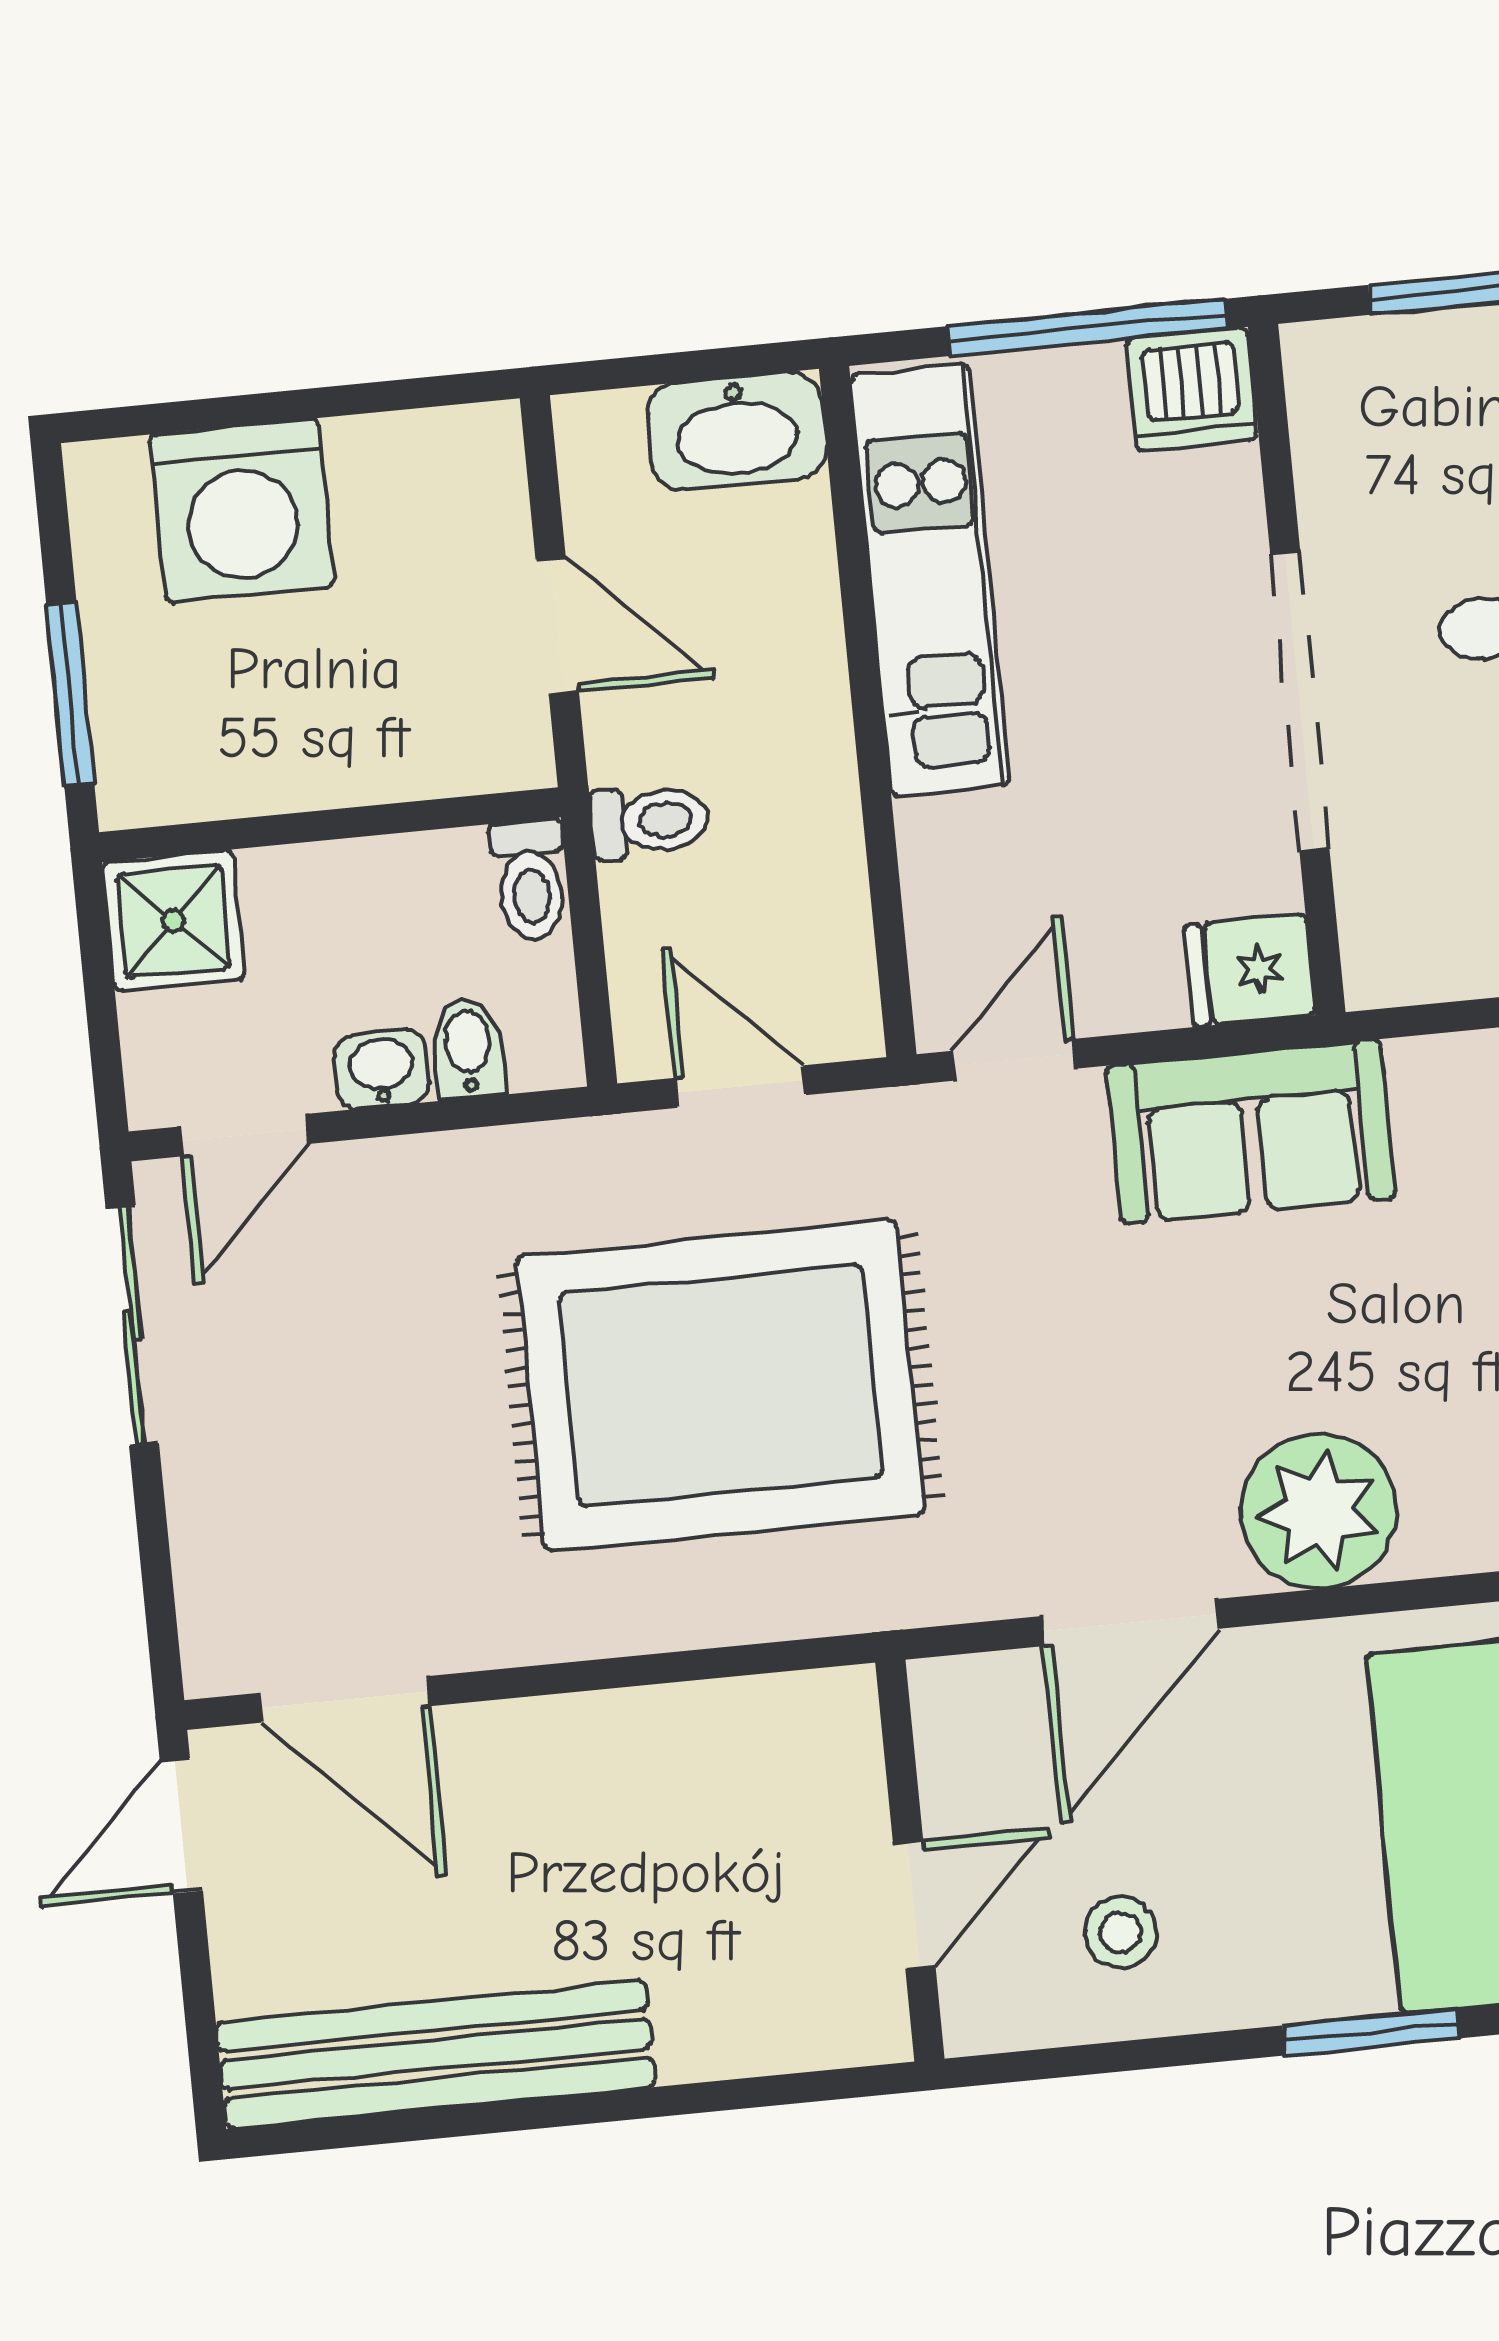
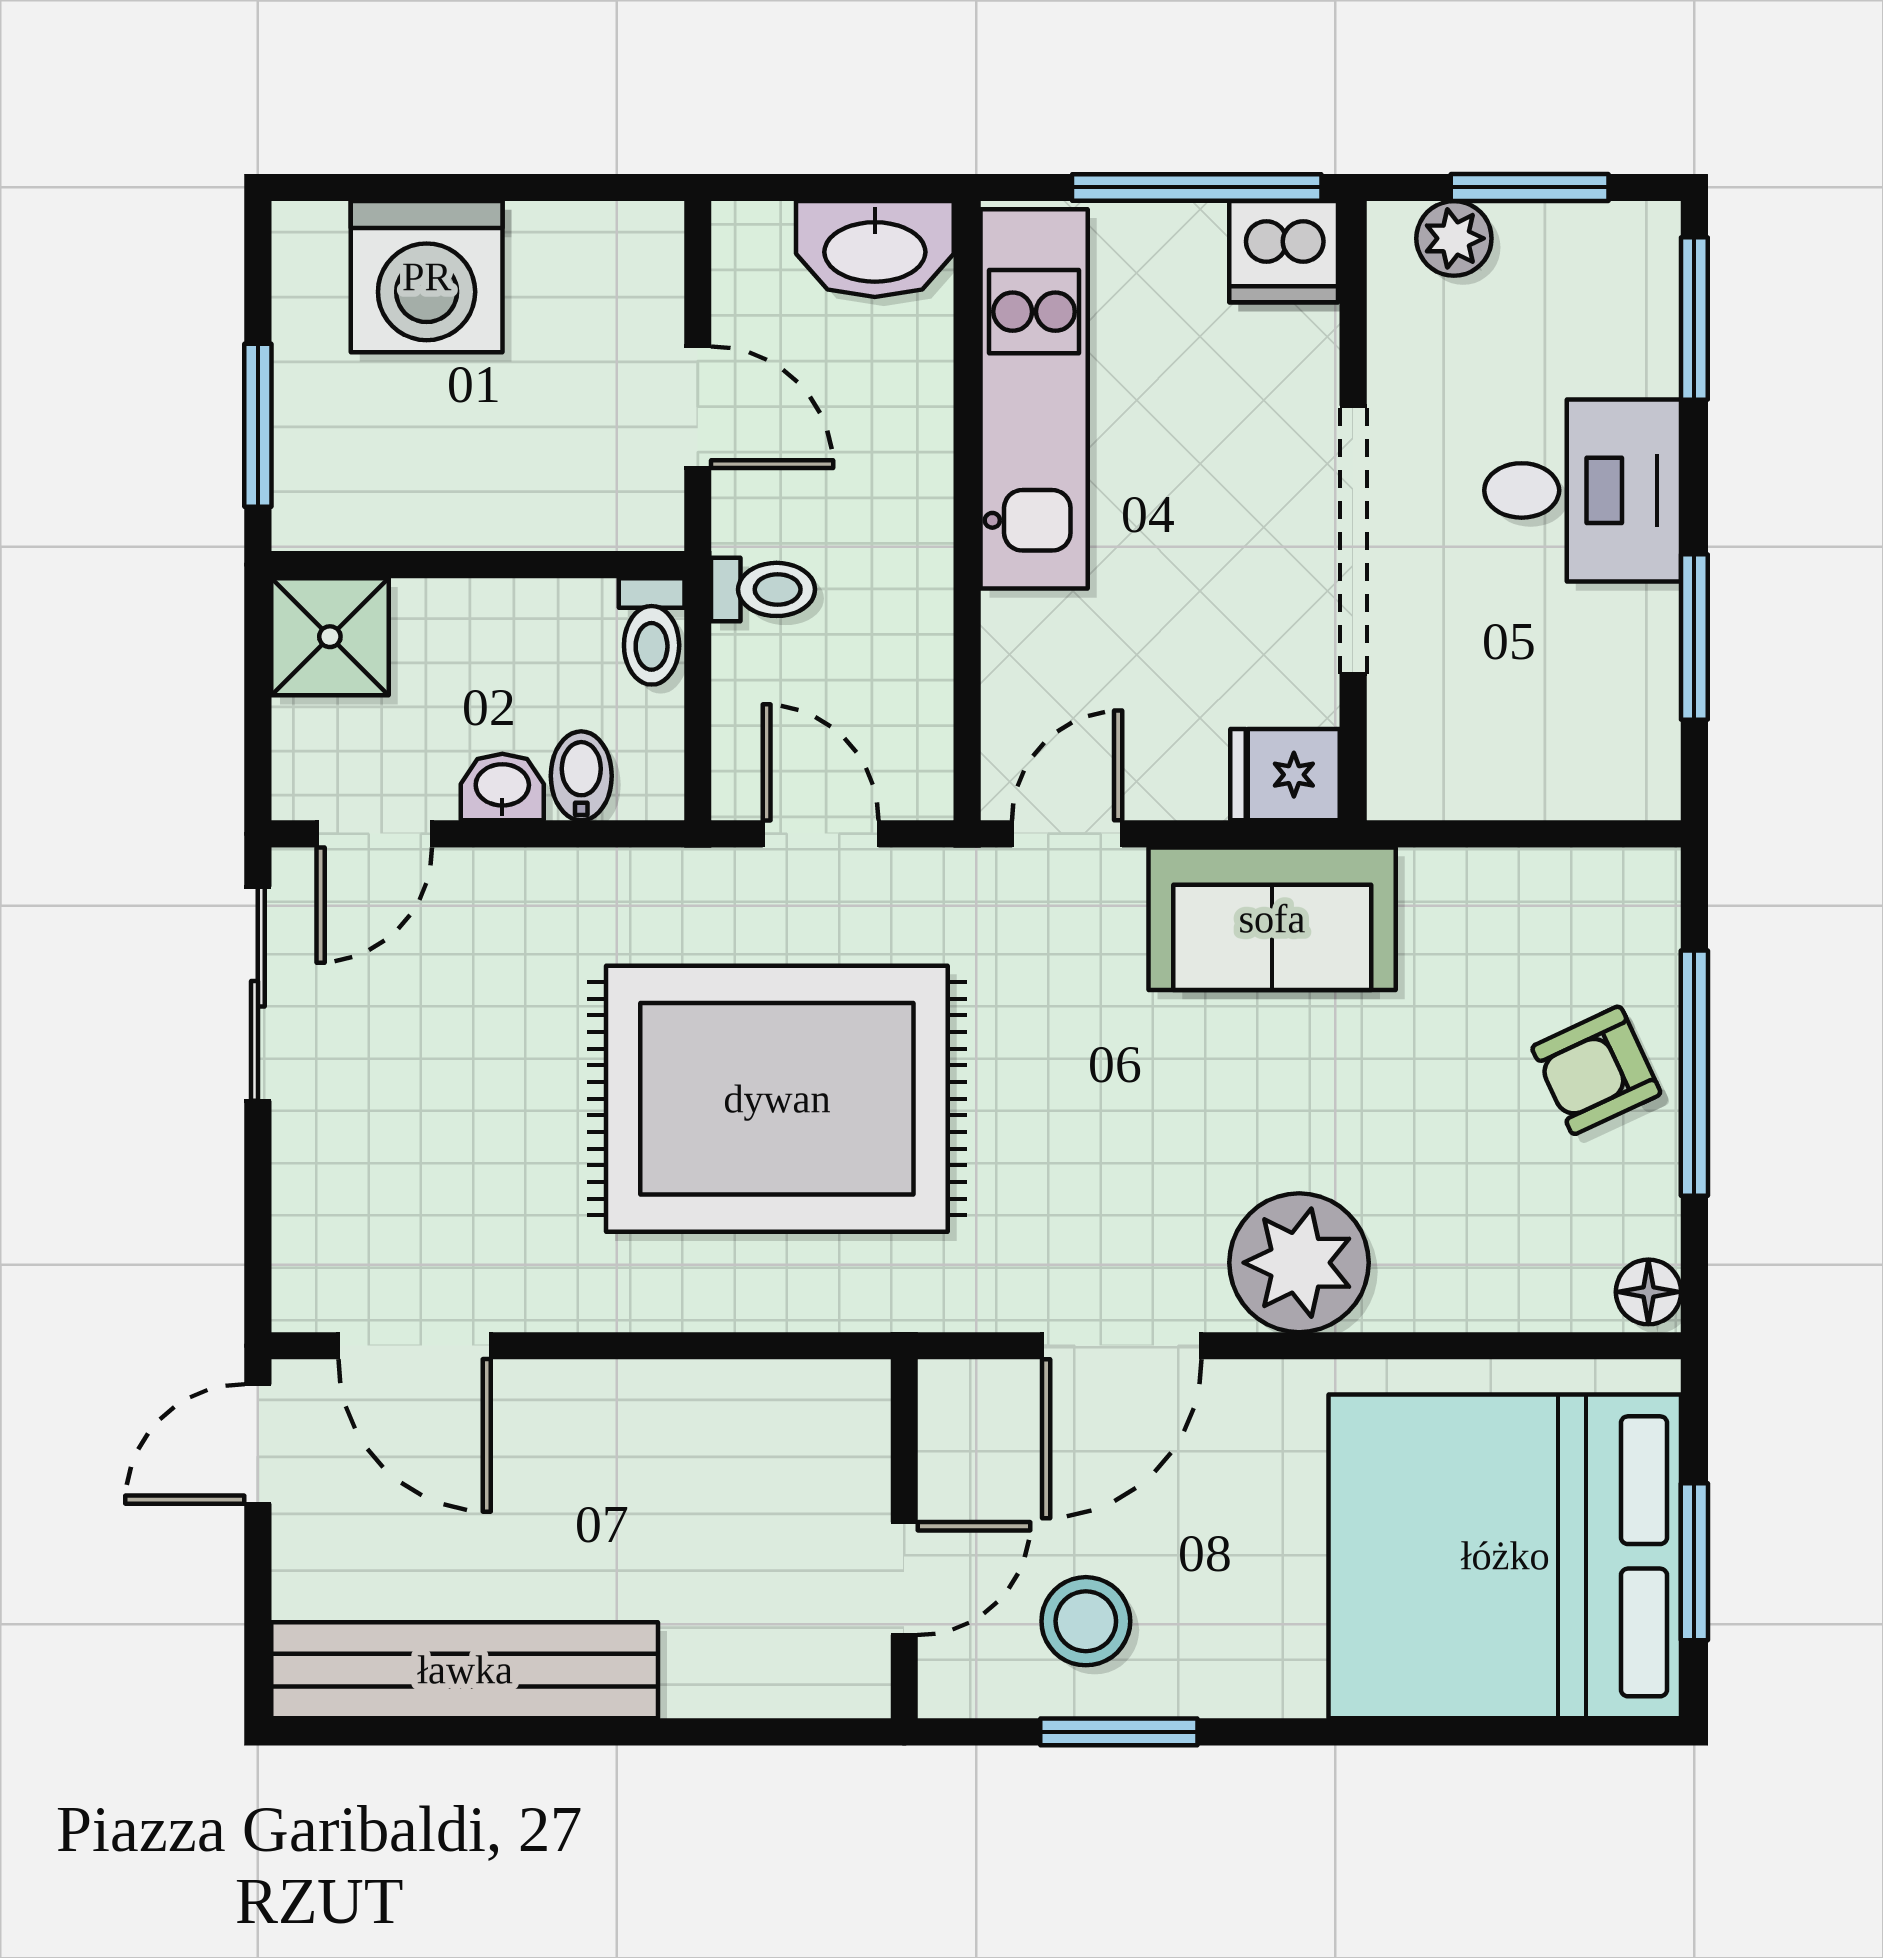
plant: (1379, 356) -> (1454, 238), added
stool: (1121, 1932) -> (1086, 1621), width x1.37, depth x1.37
window: (1371, 2032) -> (1119, 1732), moved

